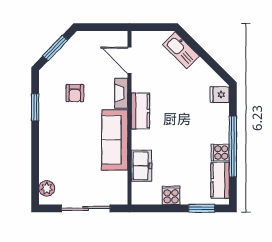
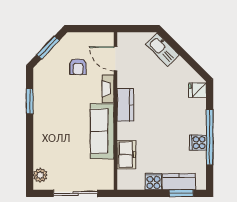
armchair: (75, 93) -> (78, 67), moved
kitchen counter: (220, 180) -> (179, 182), moved, turned 90

